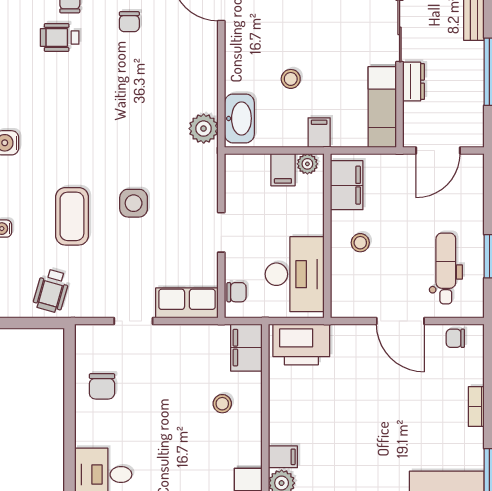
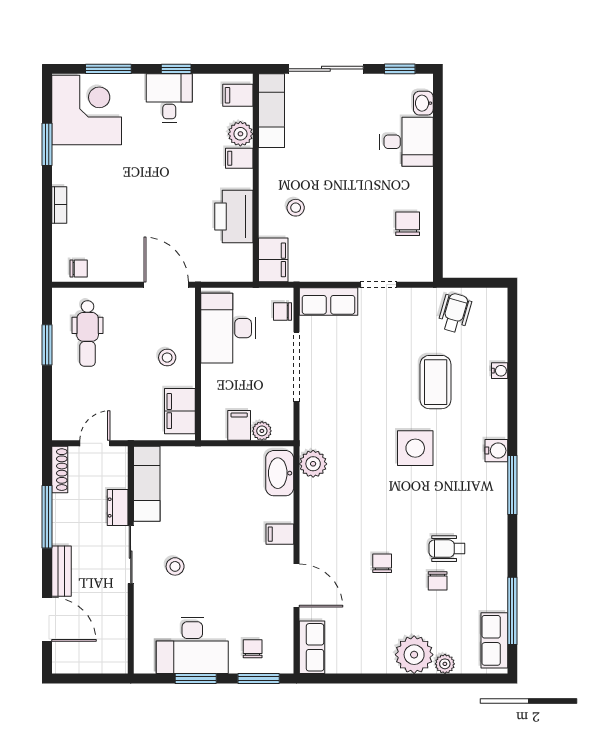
wheelchair: (60, 37) -> (447, 549), turned 180
stool: (291, 79) -> (175, 566), moved
shoe rack: (476, 122) -> (60, 470), added
filing cabinet: (319, 133) -> (280, 534), moved, turned 90
door: (438, 150) -> (95, 443), width x0.73
plant: (307, 164) -> (262, 431), moved
side table: (134, 203) -> (415, 448), moved, width x1.37, depth x1.37
doorway: (221, 232) -> (297, 367), width x1.87
door: (400, 321) -> (166, 285), moved
printer: (301, 344) -> (234, 217), moved, turned -90

